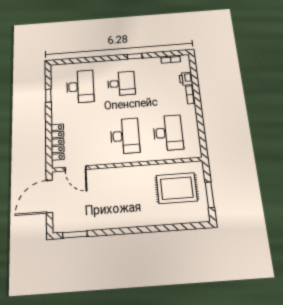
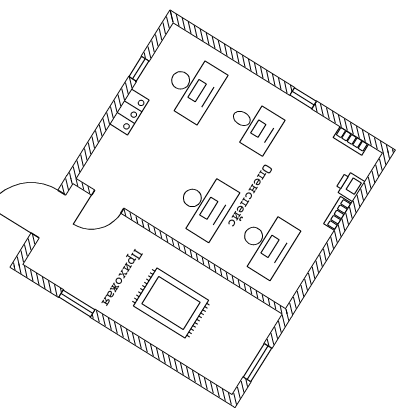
locker: (57, 142) -> (129, 112), moved, width x0.66
door: (76, 168) -> (108, 202), hinge flipped
rug: (177, 188) -> (171, 303), moved
window: (75, 234) -> (77, 303), moved

